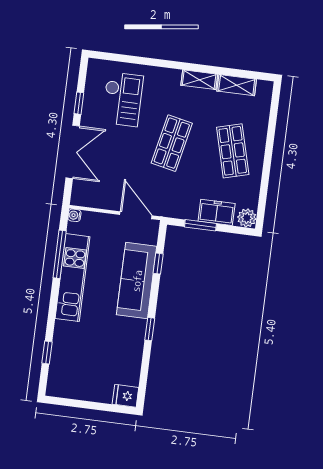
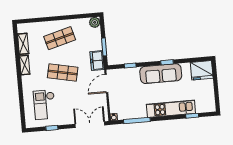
checkout: (122, 99) -> (44, 105), turned -90
double door: (73, 152) -> (90, 125), moved
freezer: (217, 212) -> (97, 61), moved
kitchen unit: (72, 278) -> (171, 109), moved
sofa: (137, 281) -> (161, 74), moved
fridge: (125, 396) -> (202, 70), width x1.88, depth x1.34

